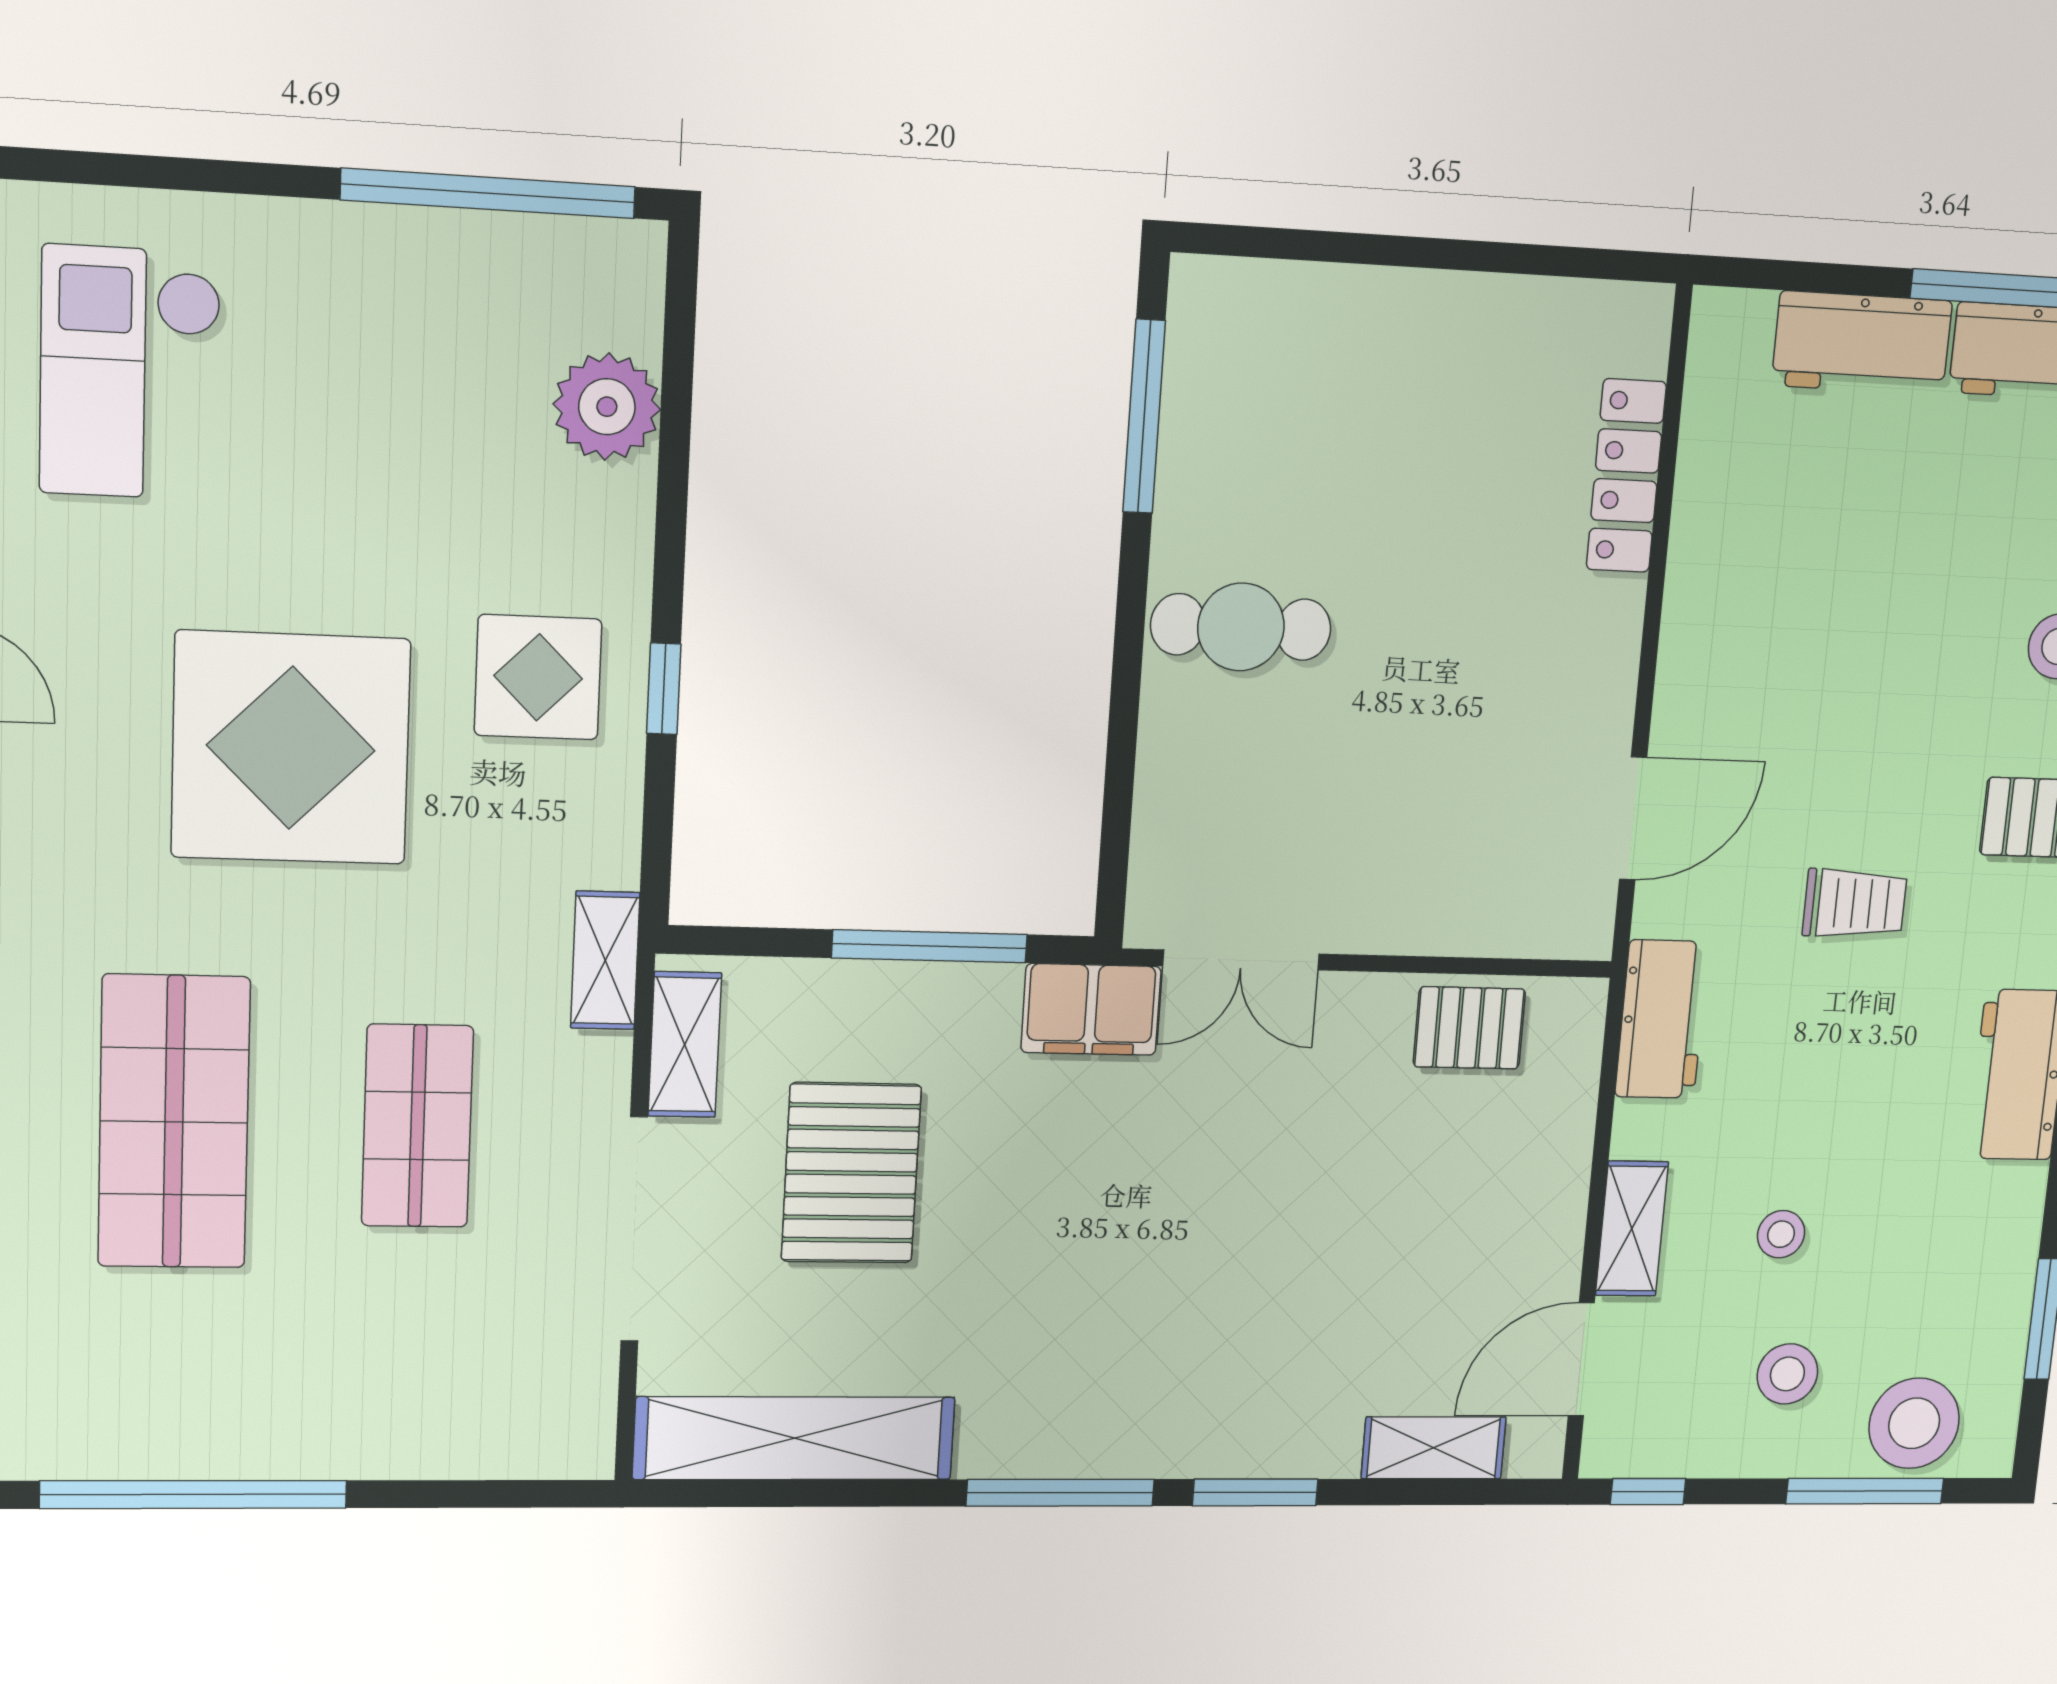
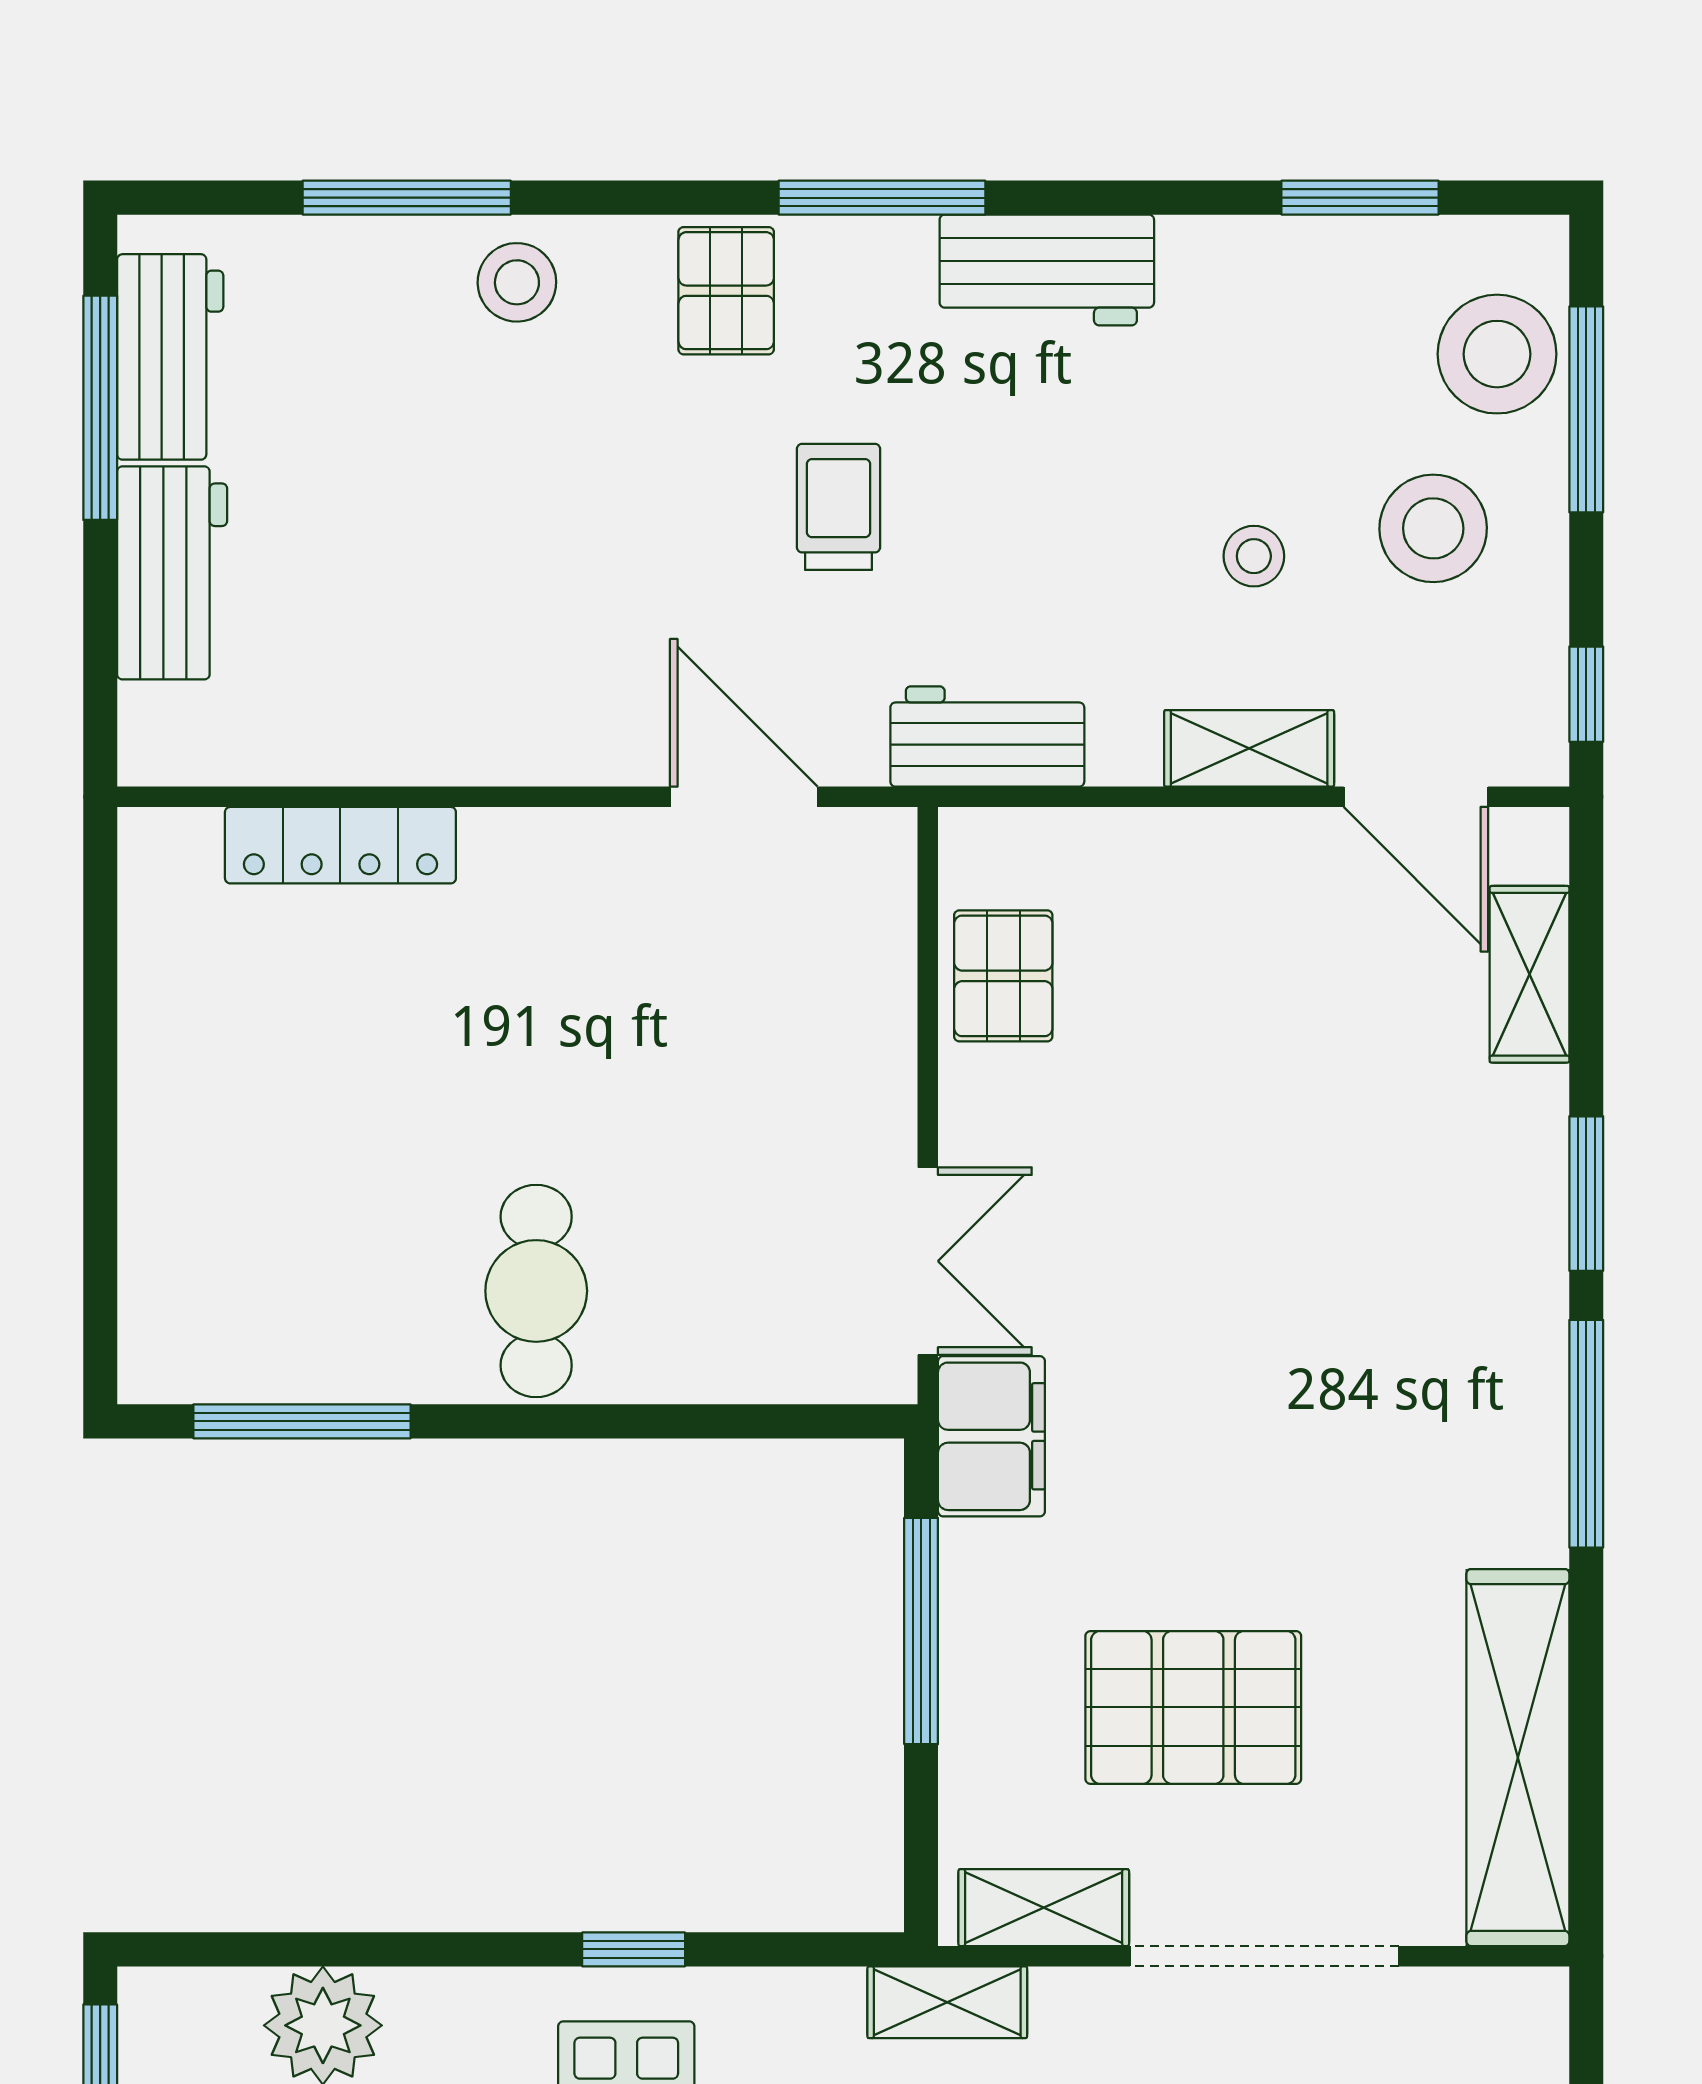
stool: (1787, 1374) -> (1433, 528), width x1.38, depth x1.38

